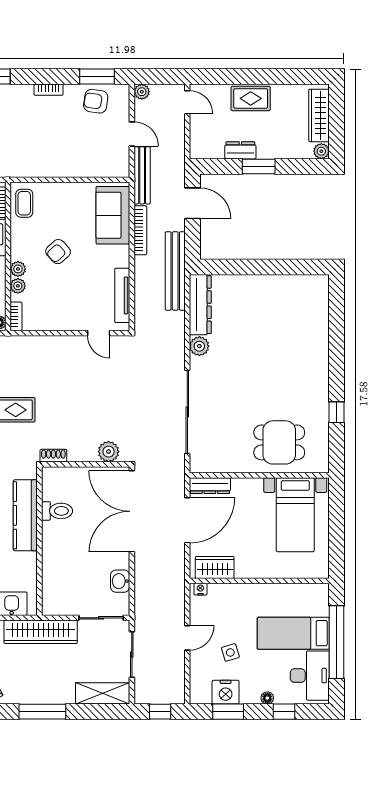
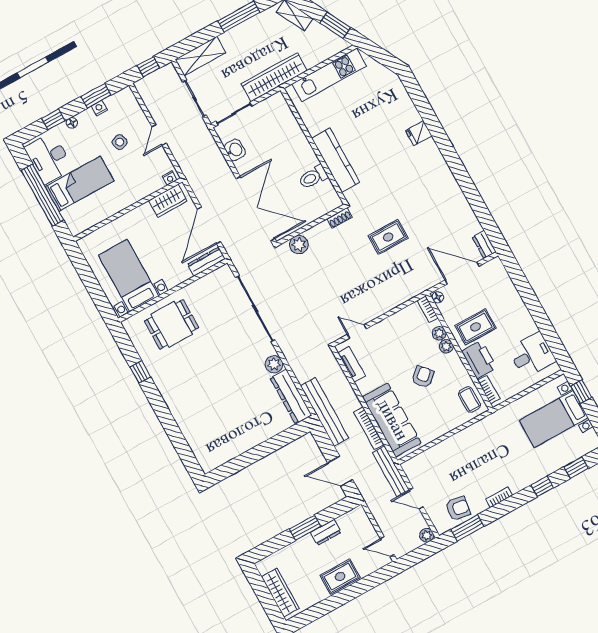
plant: (321, 151) -> (263, 566), removed
sofa: (113, 215) -> (392, 420), width x1.36
tv unit: (122, 295) -> (351, 364), width x0.71
nightstand: (226, 692) -> (99, 108), width x0.53, depth x0.56

